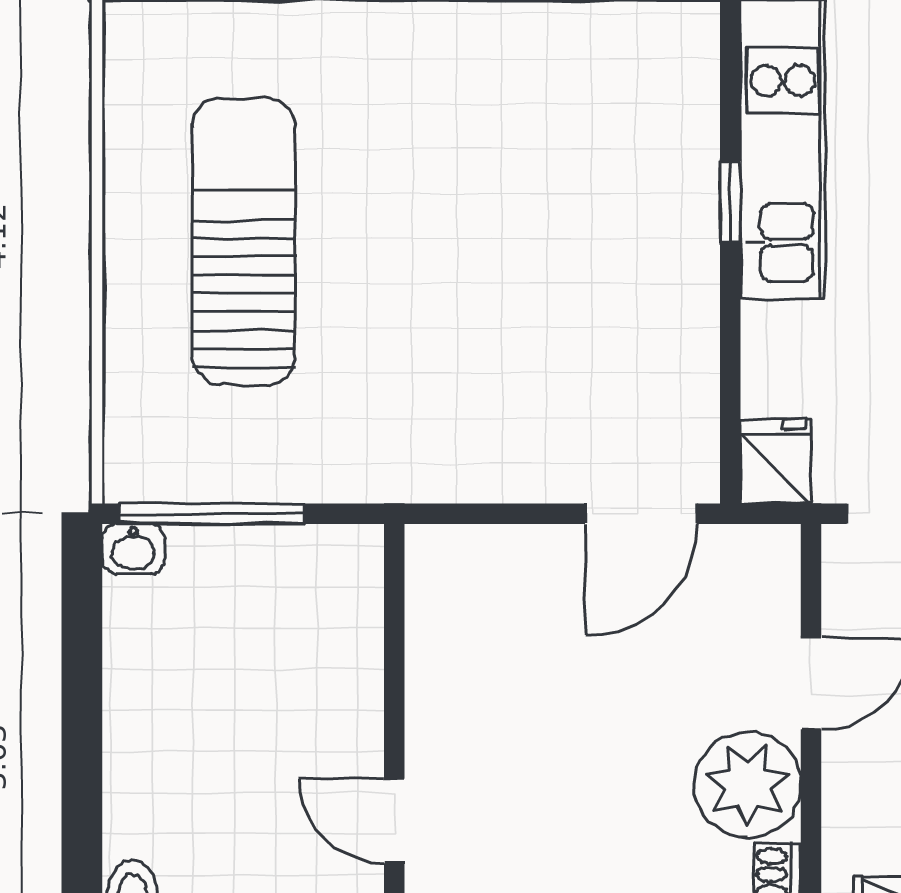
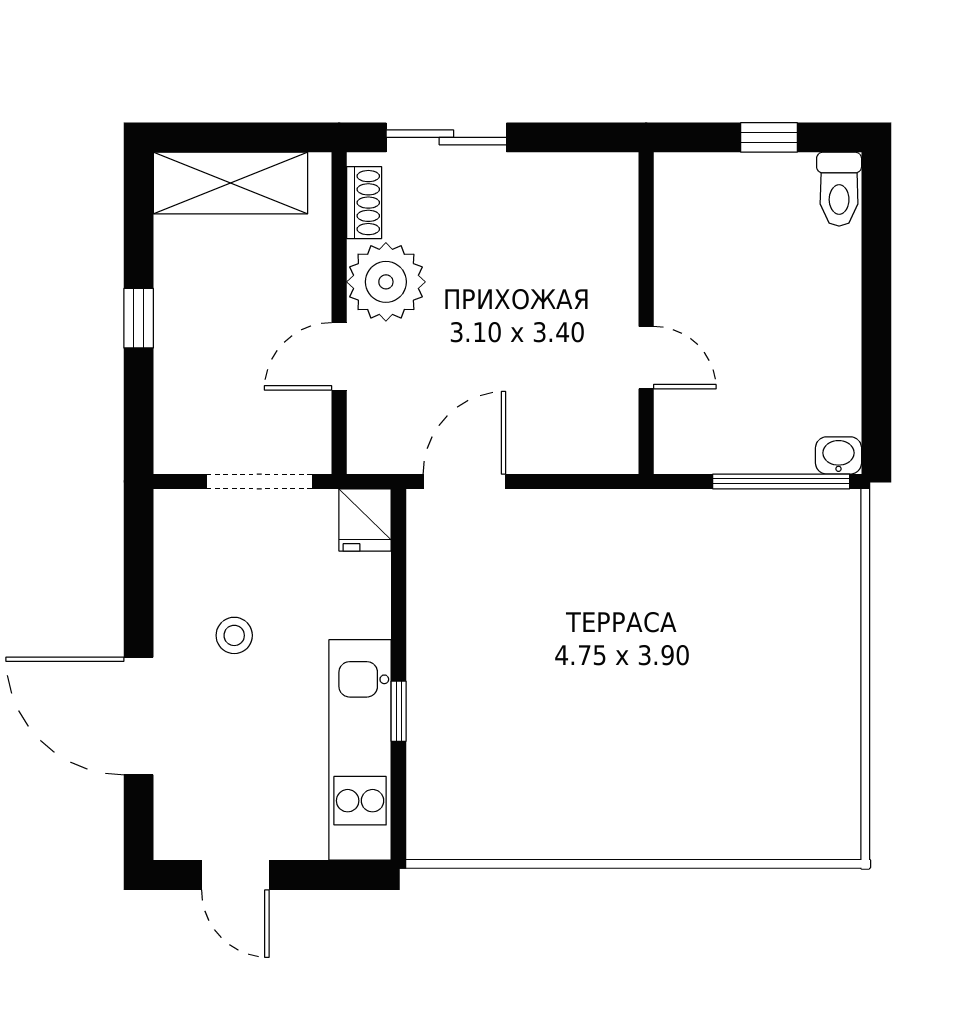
sun lounger: (244, 241) -> (757, 682), removed
door: (394, 821) -> (646, 358), moved

